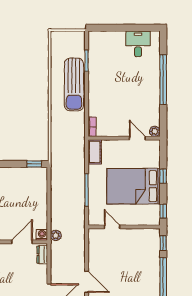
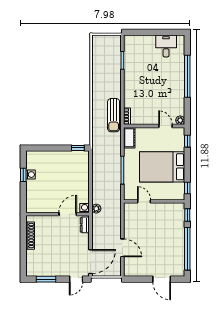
sun lounger: (74, 84) -> (114, 115), moved, width x0.73, depth x0.75
window: (163, 176) -> (187, 141), moved

